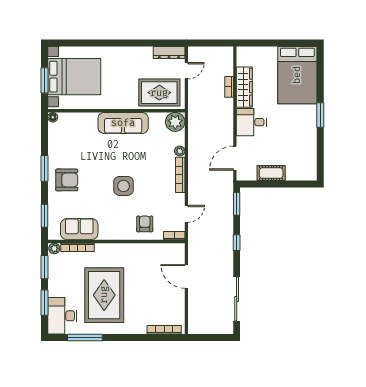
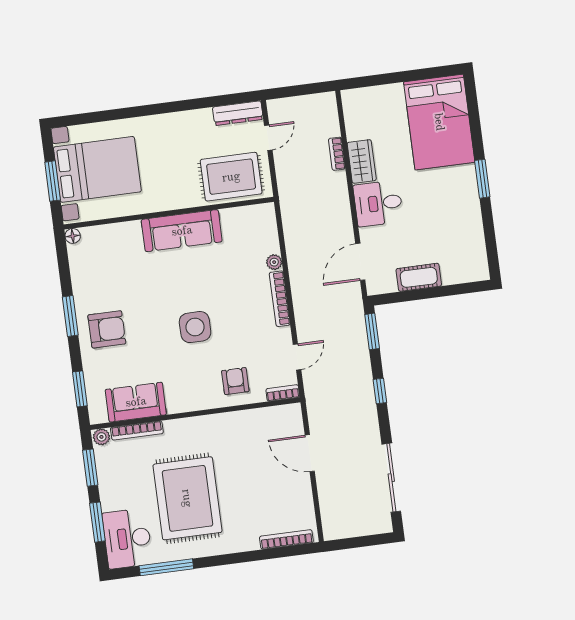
wardrobe: (244, 87) -> (362, 161), width x0.67
plant: (175, 122) -> (261, 218), removed

